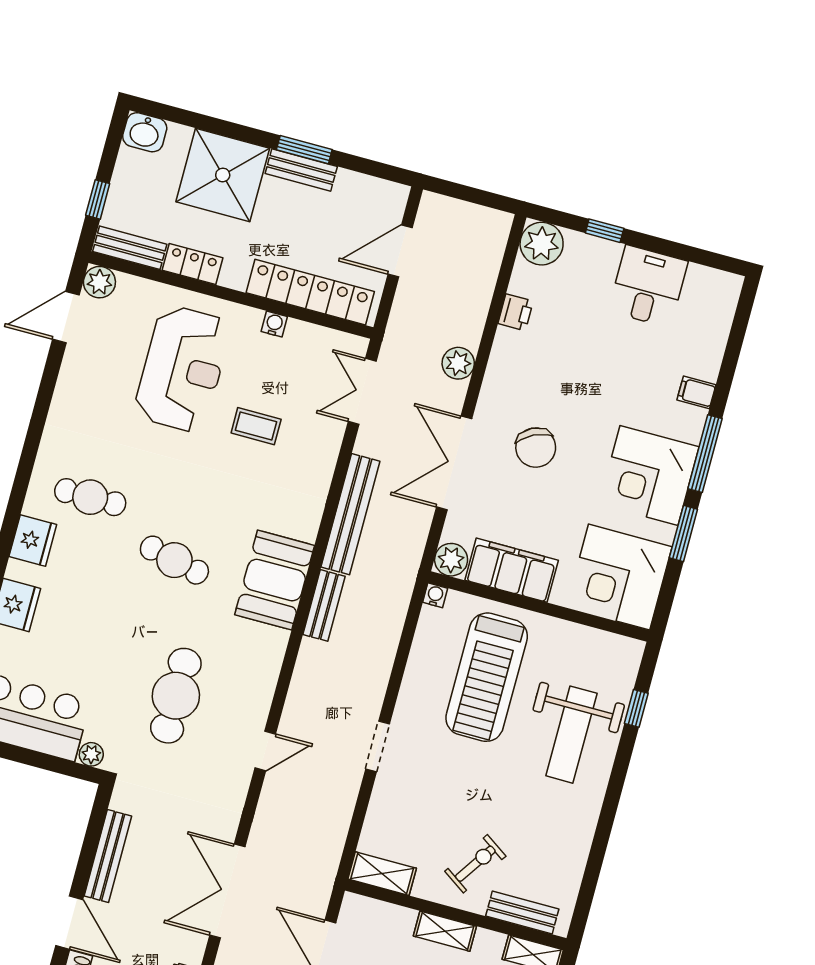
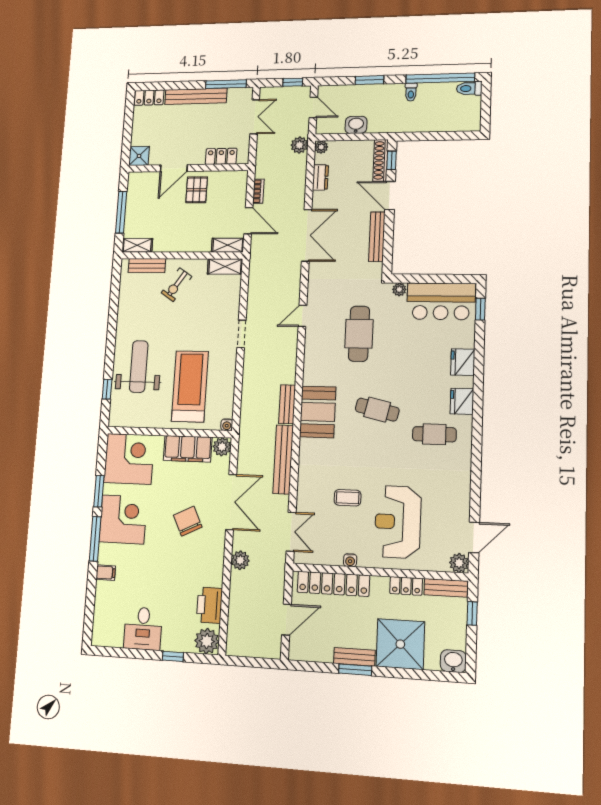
printer: (516, 312) -> (209, 605), width x1.87, depth x1.48
shelving: (445, 931) -> (228, 245), moved

